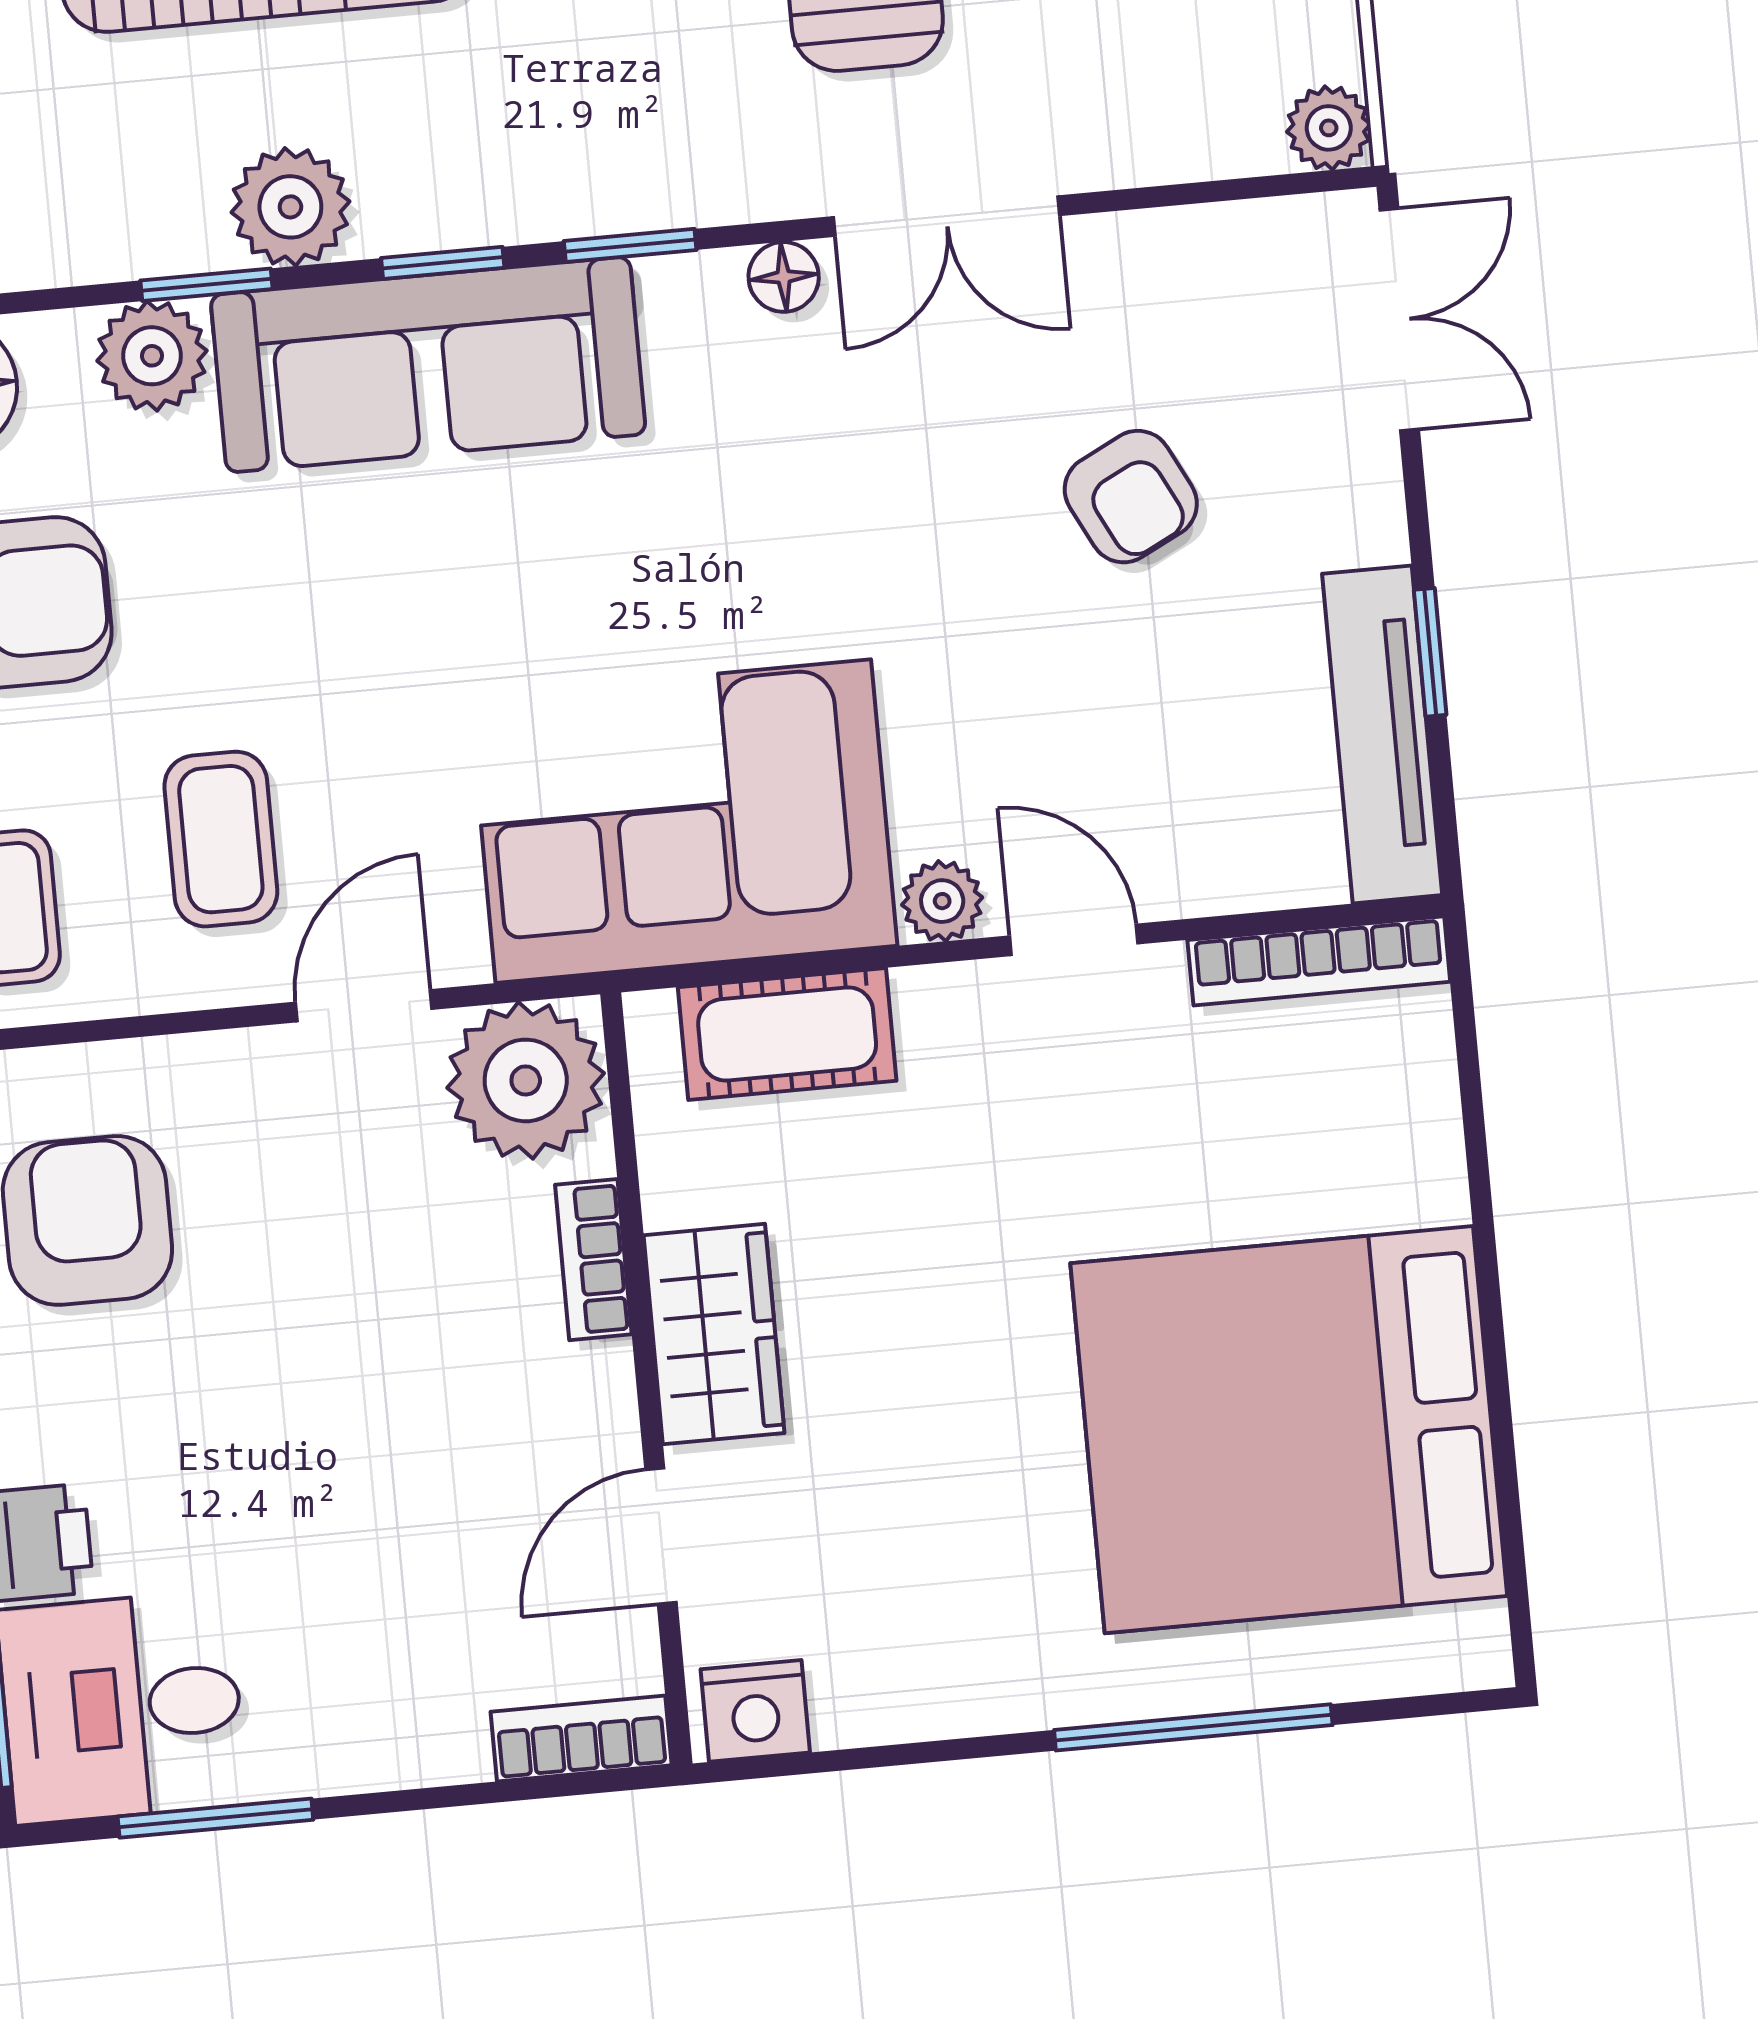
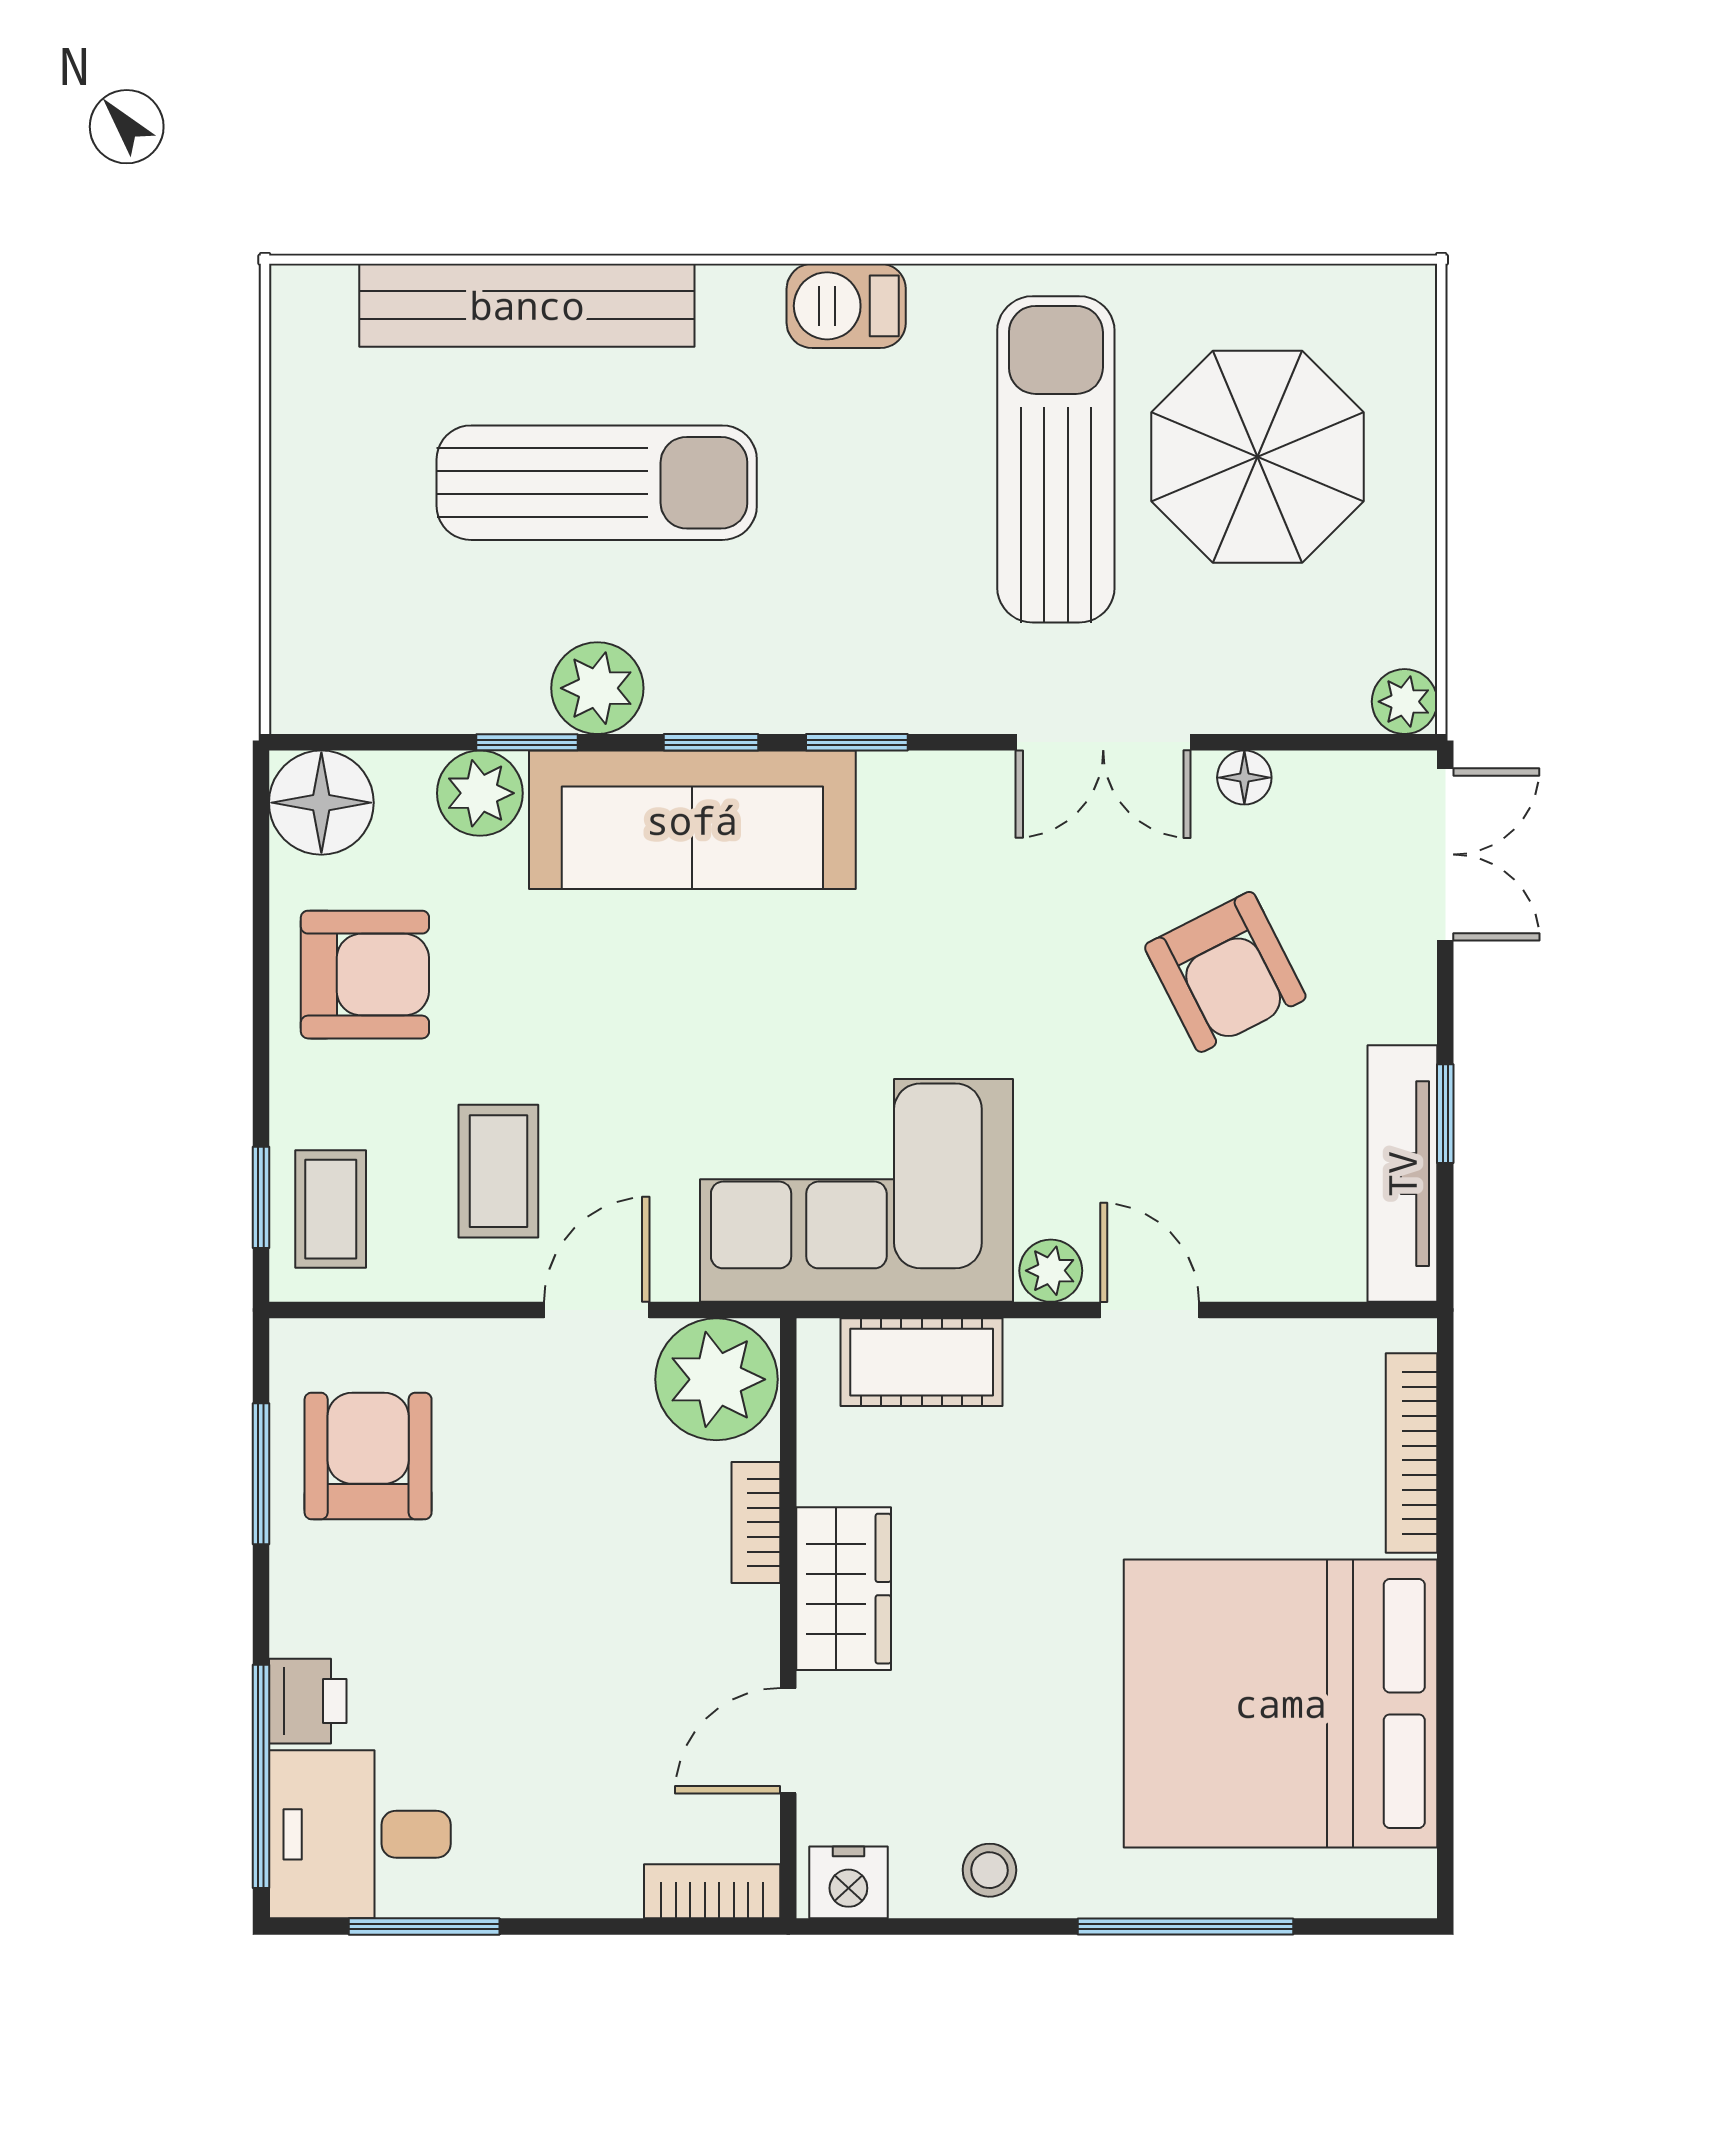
floor lamp: (784, 277) -> (1244, 778), moved
armchair: (1131, 497) -> (1225, 972), width x1.38, depth x1.38
bookcase: (1319, 961) -> (1412, 1453), moved, turned 90
stool: (935, 1678) -> (989, 1870), added

